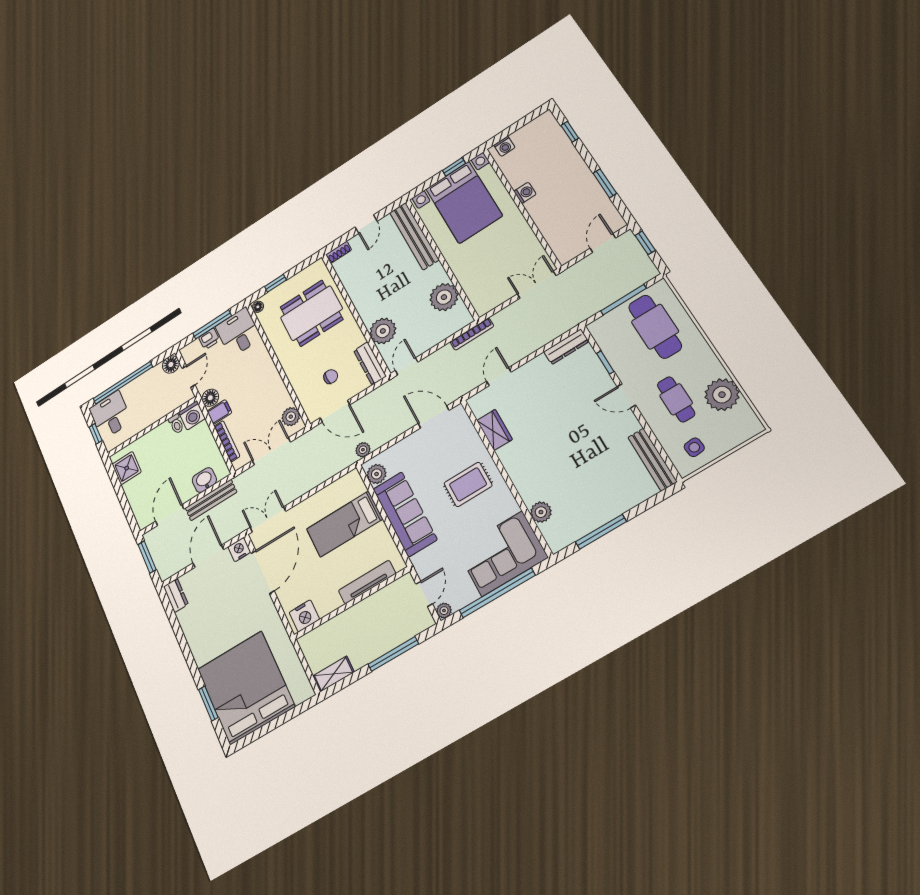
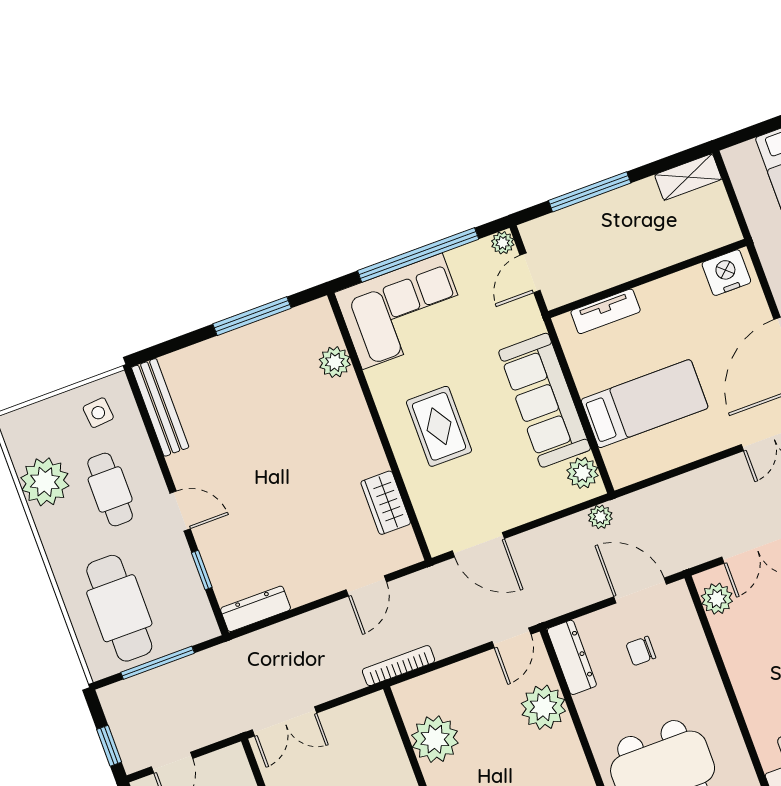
rug: (468, 484) -> (439, 426), turned 90
tv unit: (367, 582) -> (606, 311), width x0.71

